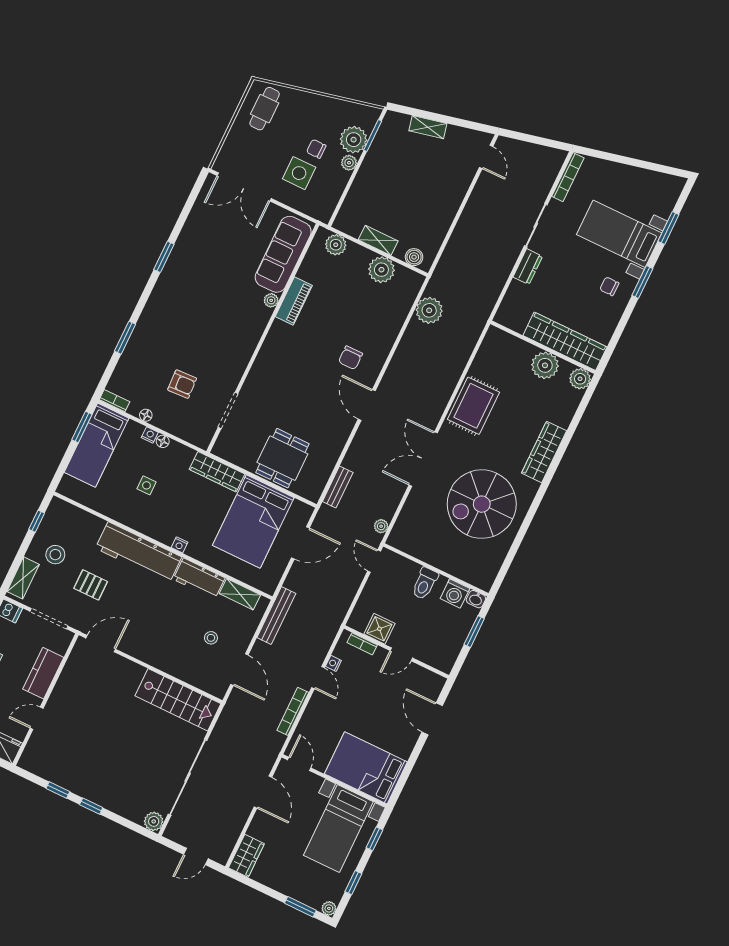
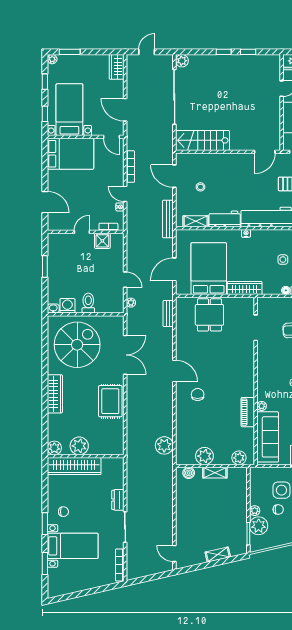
wall: (436, 570) -> (86, 314), moved
toilet: (425, 583) -> (88, 303), moved
washing machine: (455, 593) -> (67, 306), moved
washbasin: (476, 599) -> (53, 308), moved

